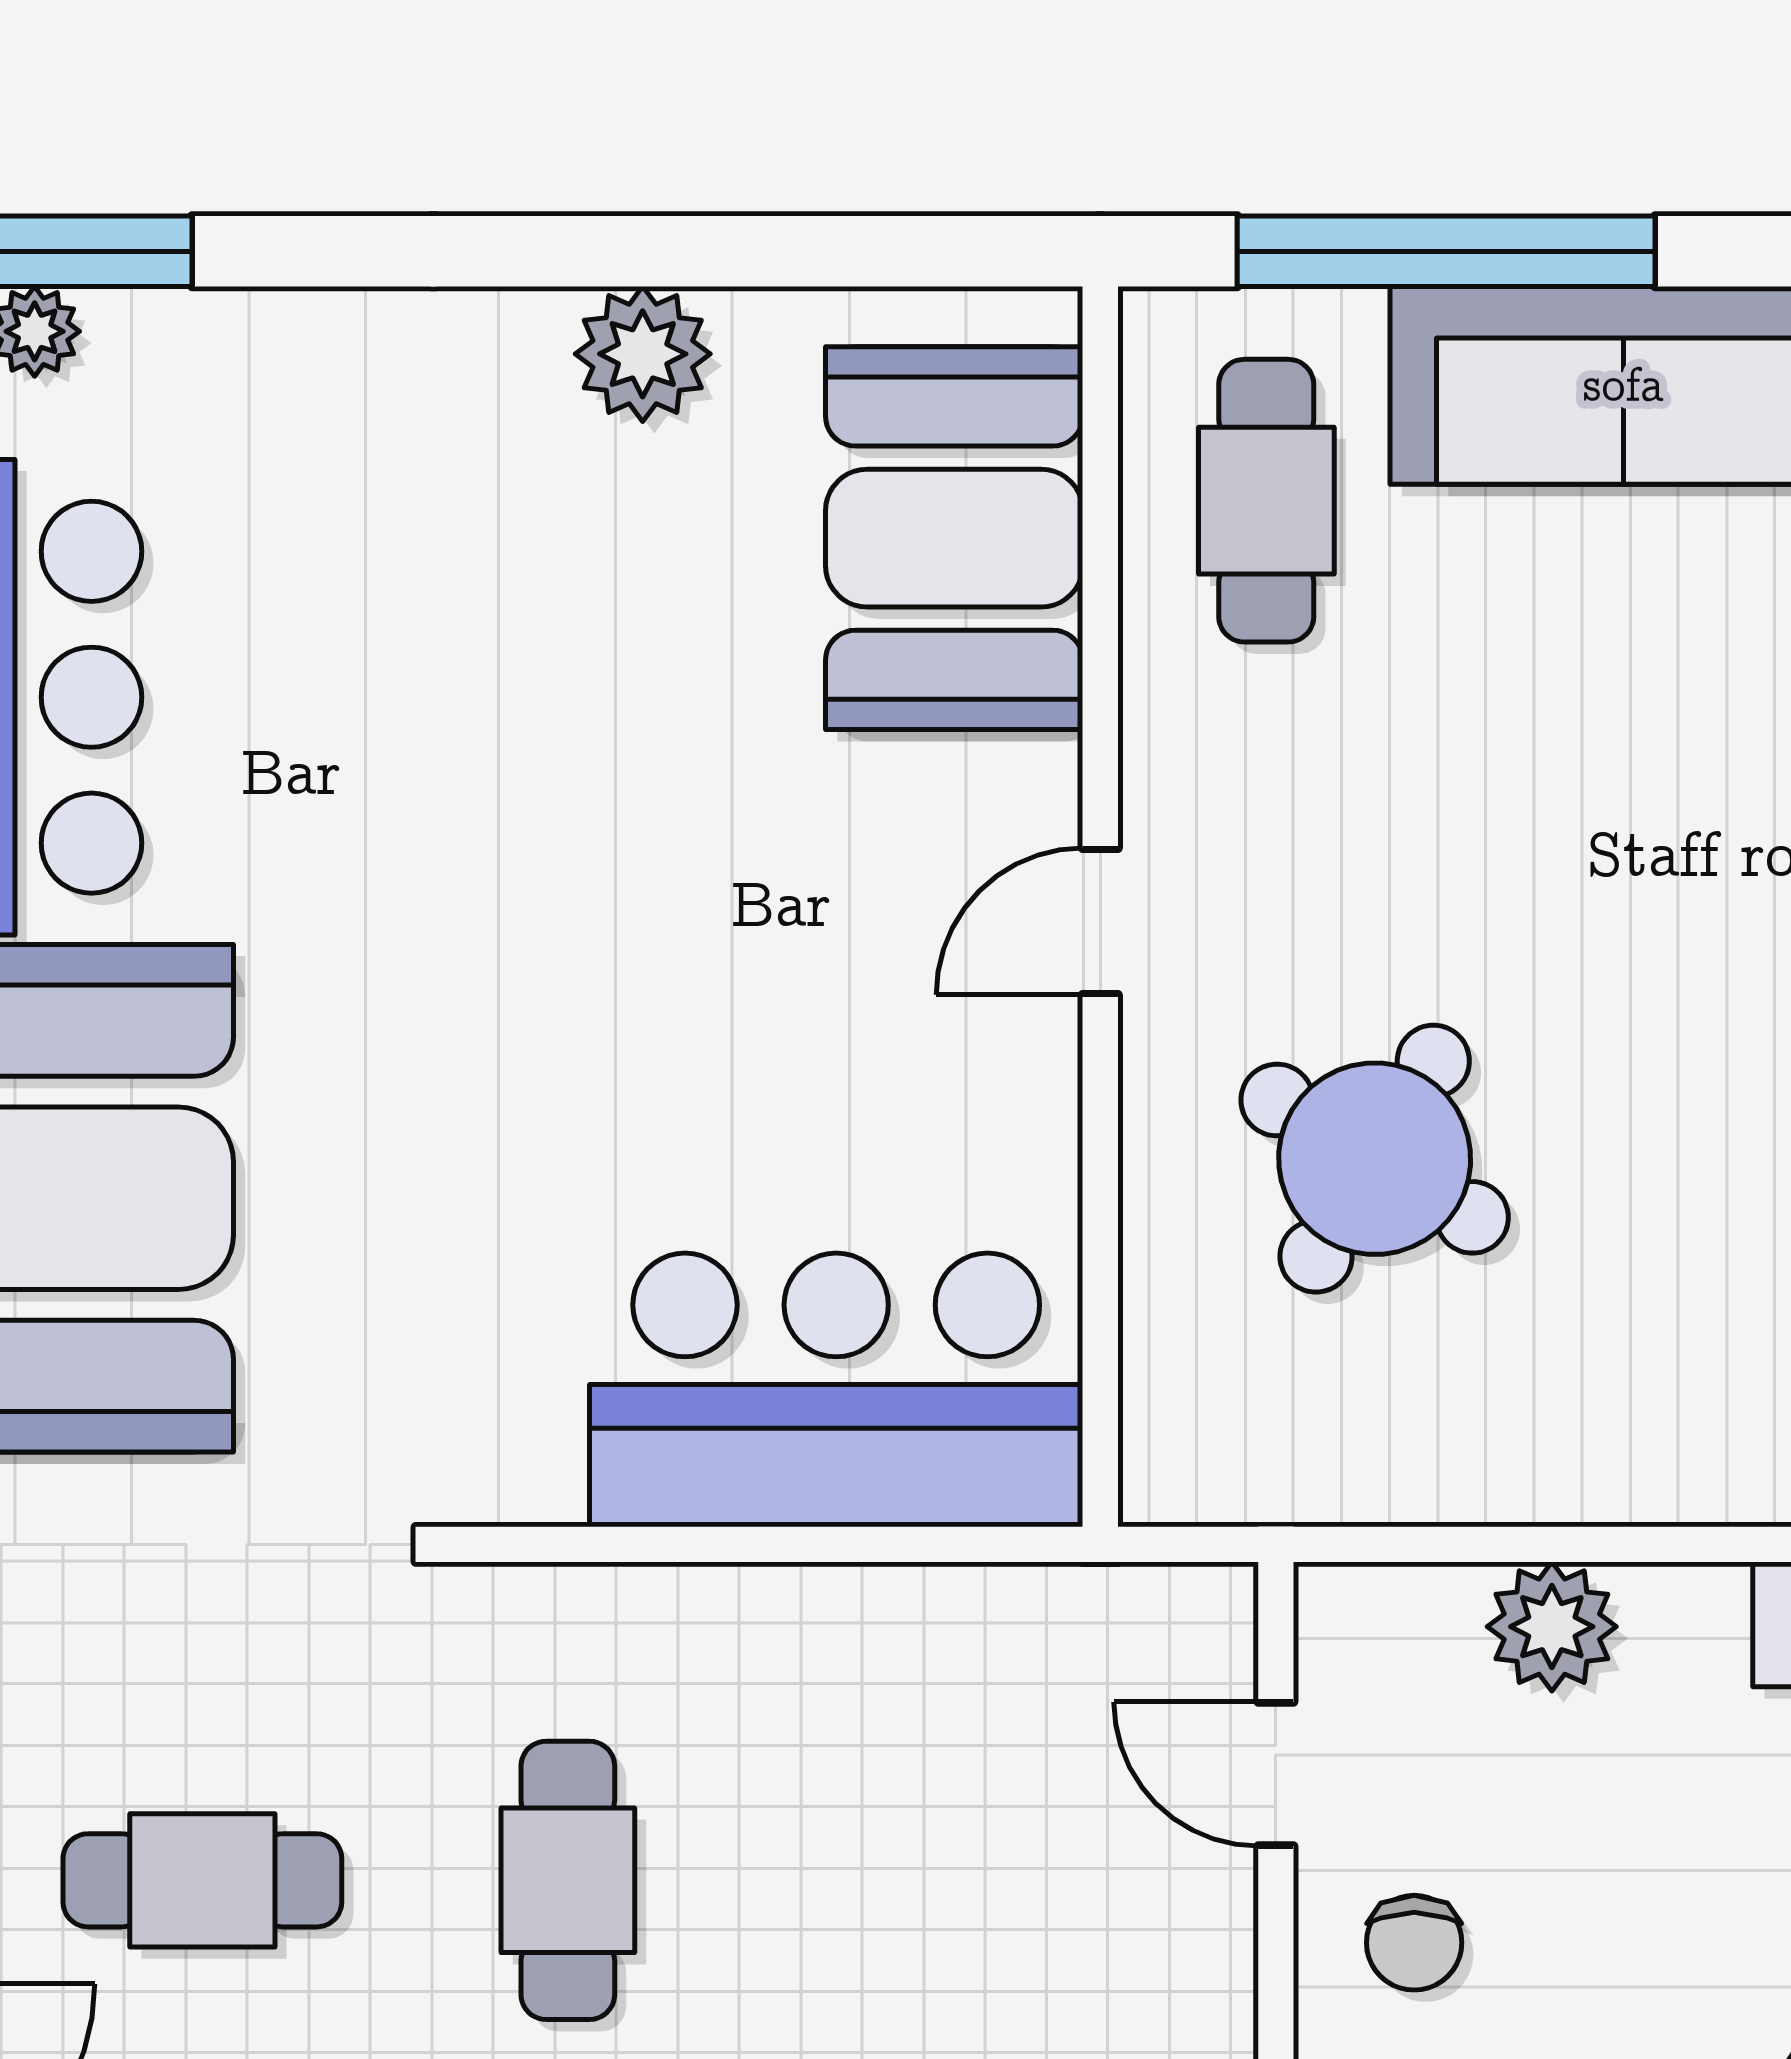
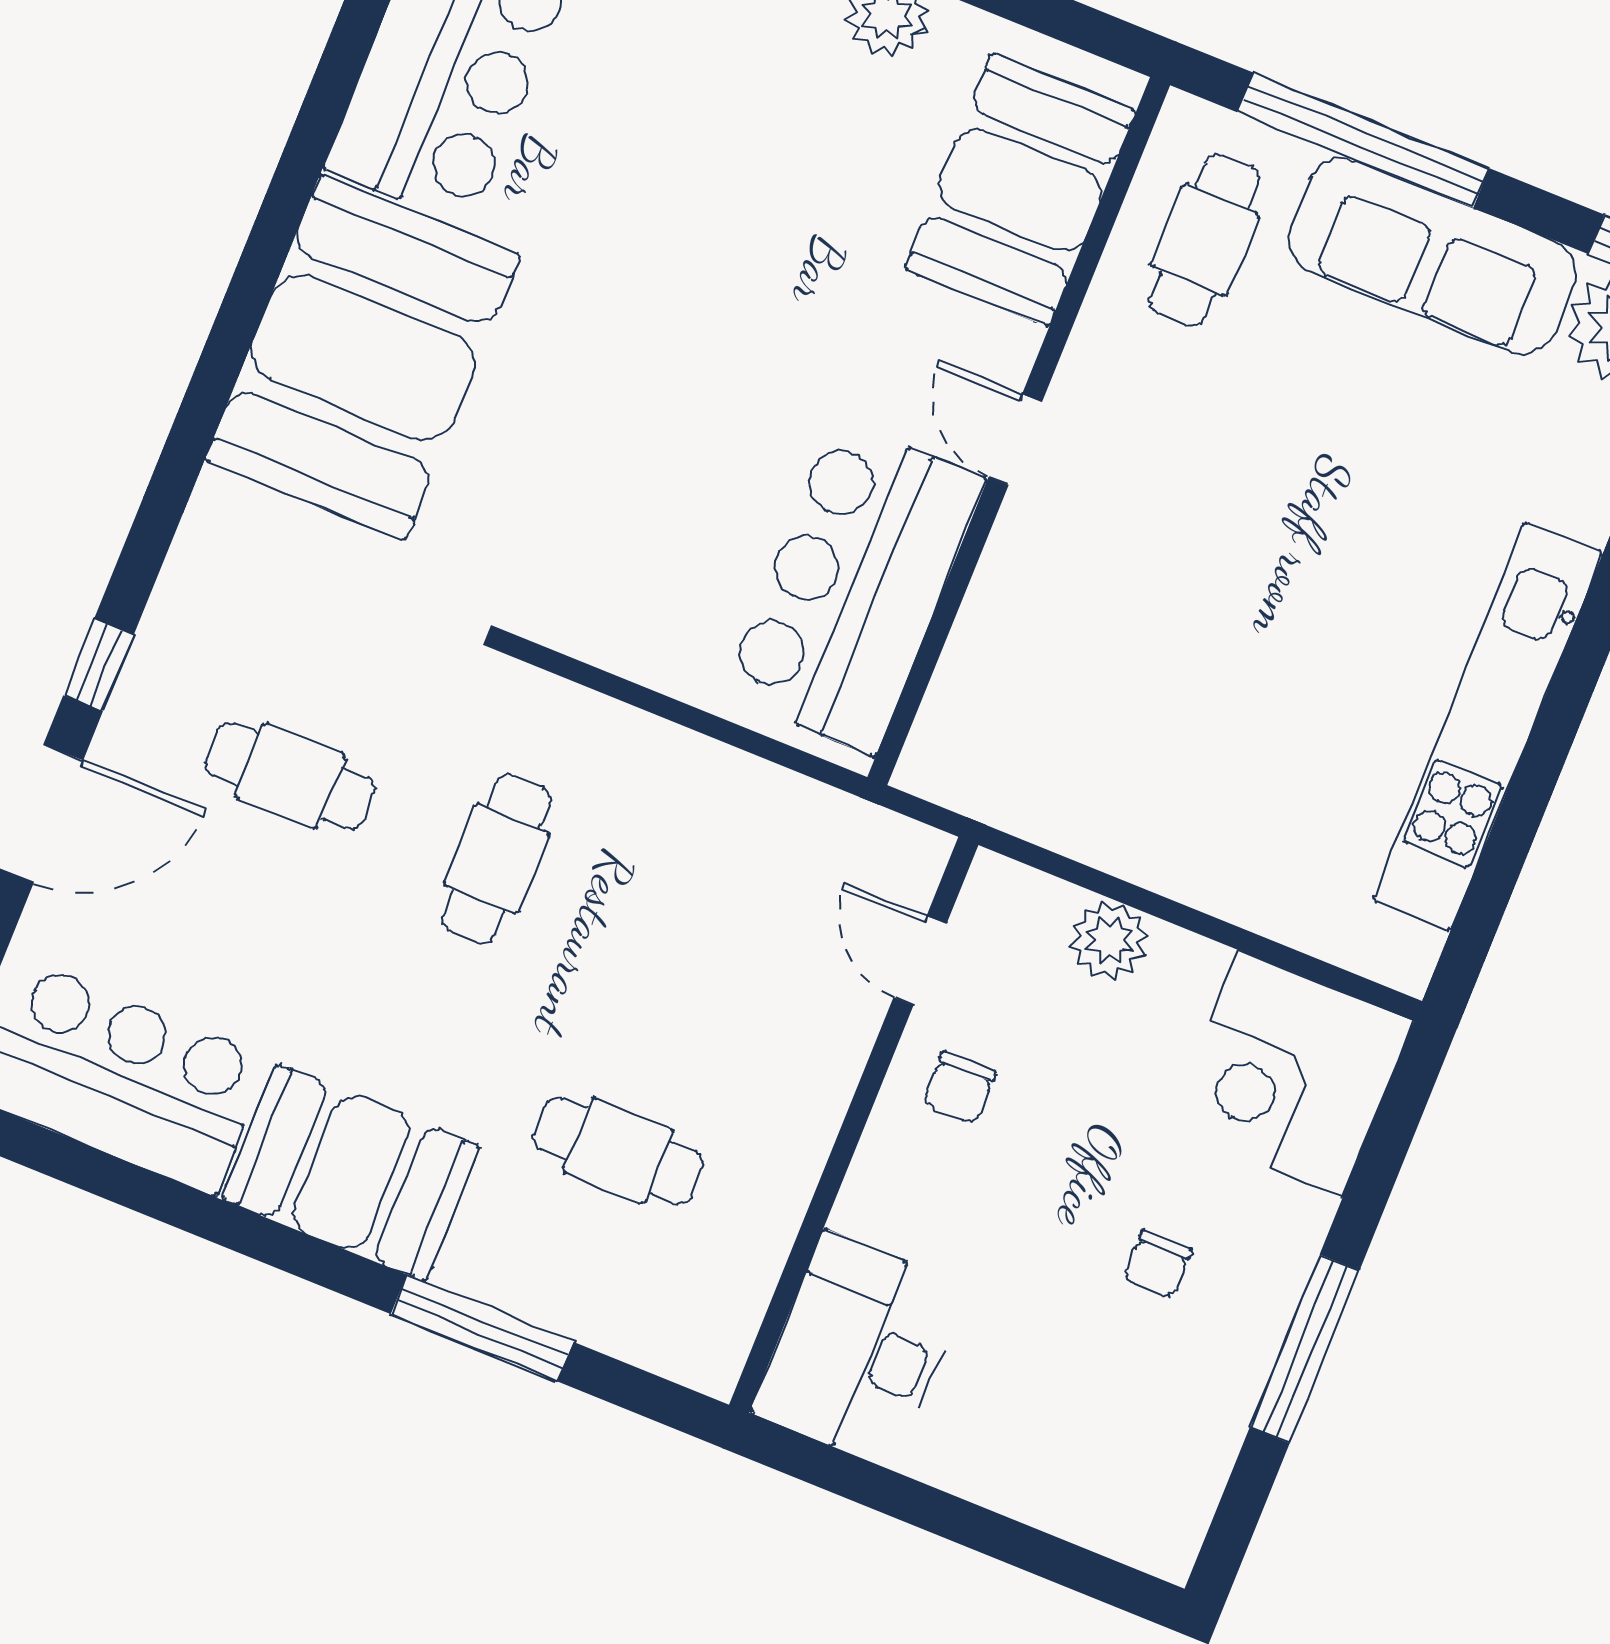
door: (1100, 921) -> (1015, 440), hinge flipped
round table: (1375, 1159) -> (1116, 636), removed
bar counter: (836, 1390) -> (854, 587), moved, turned -90

